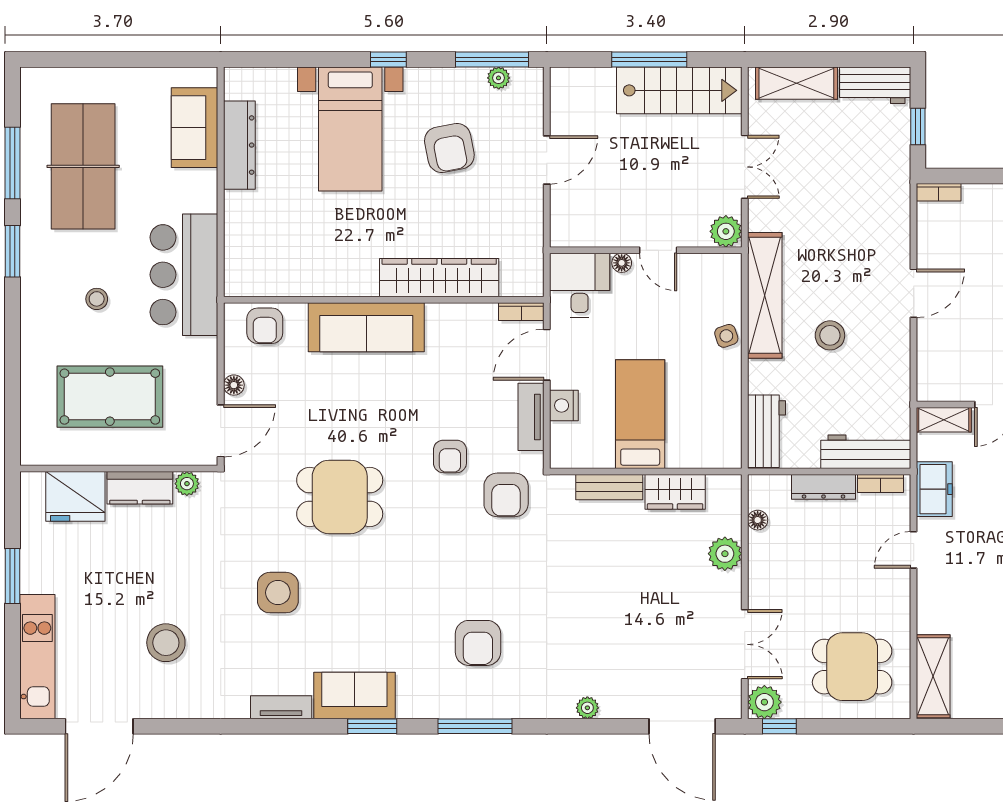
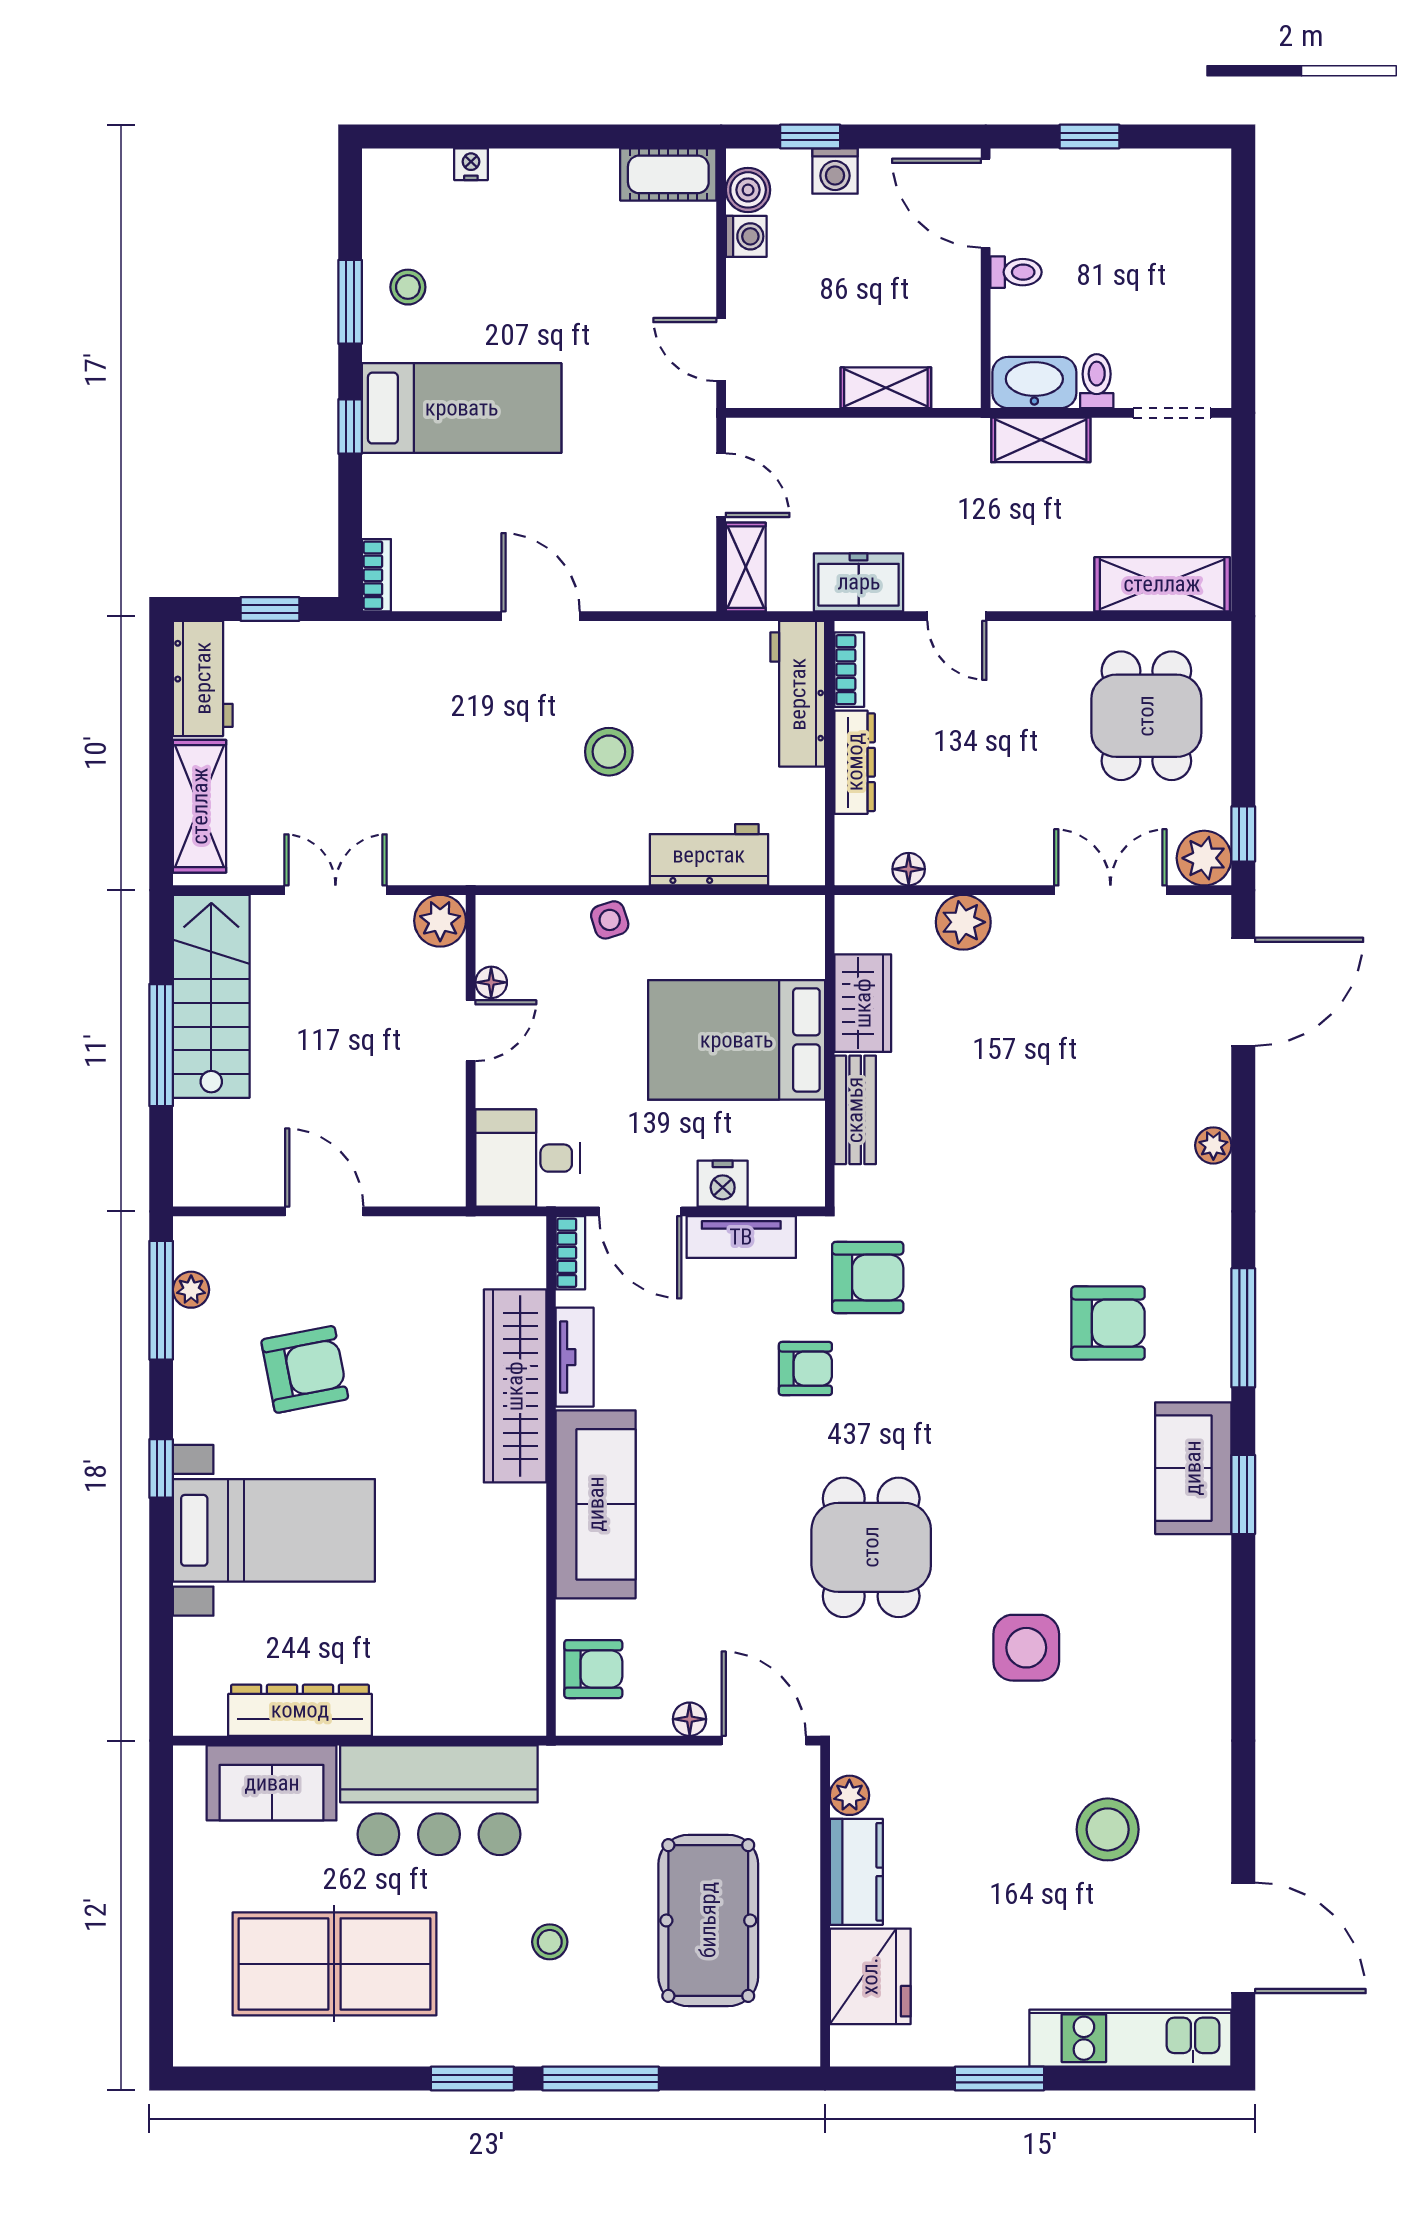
window: (12, 163) -> (601, 2078), moved
floor lamp: (622, 263) -> (491, 982), moved
bar counter: (184, 275) -> (439, 1800), moved
shelving: (765, 295) -> (544, 858), removed
bed: (640, 414) -> (737, 1040), width x1.50
workbench: (766, 431) -> (709, 855), moved
sofa: (354, 695) -> (1193, 1468), moved
tv unit: (281, 707) -> (575, 1357), moved, turned 180

